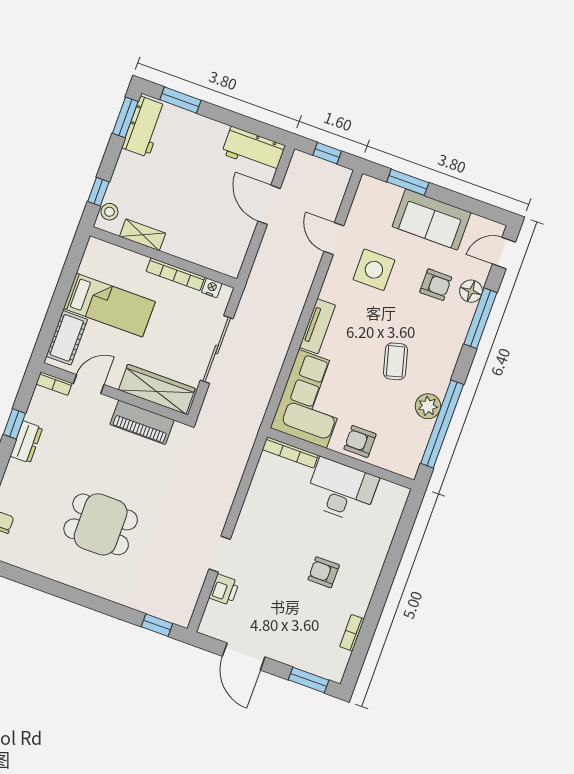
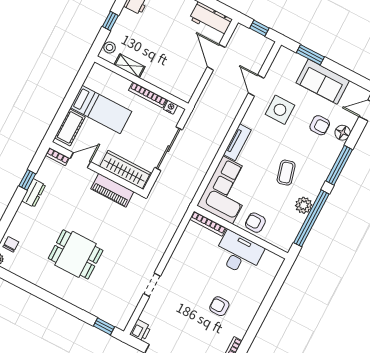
window: (98, 192) -> (110, 21), moved
window: (480, 318) -> (339, 165), moved
printer: (224, 590) -> (140, 330), moved

